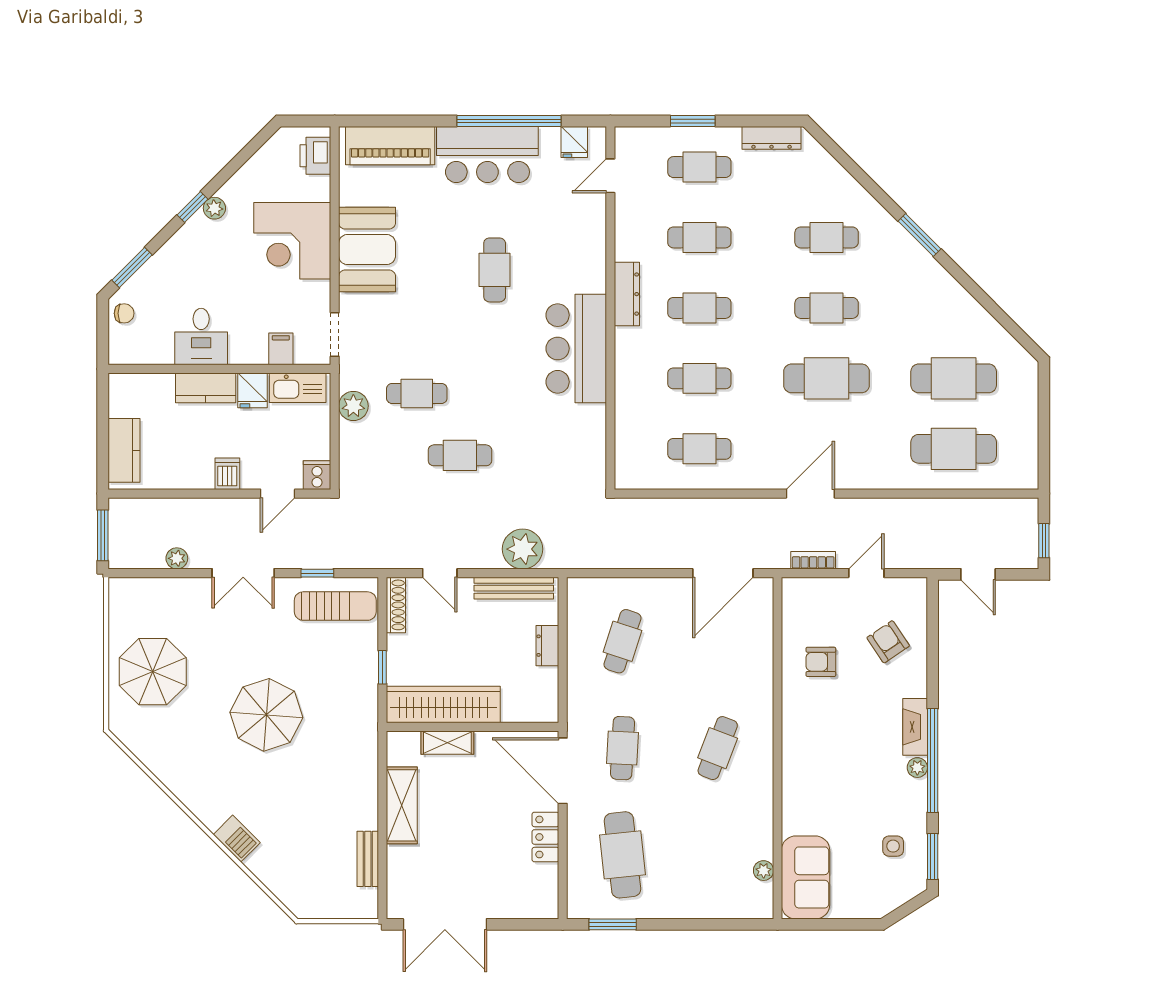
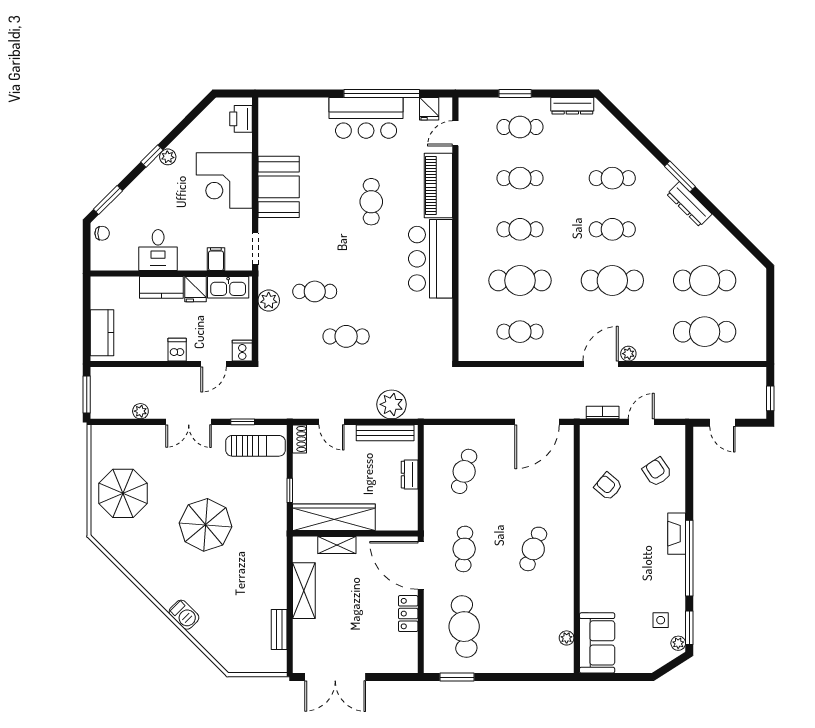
piano: (390, 146) -> (438, 185), moved, turned 90
dresser: (627, 294) -> (689, 204), moved, turned 135
cafe table: (699, 378) -> (520, 280), width x1.37, depth x1.35
plant: (849, 479) -> (628, 354), added
shoe rack: (396, 605) -> (300, 439), width x0.70
armchair: (821, 662) -> (608, 486), turned 40
plant: (917, 768) -> (678, 643), moved

